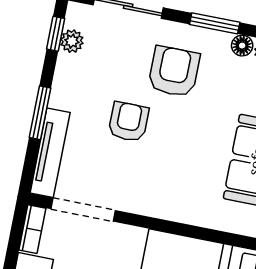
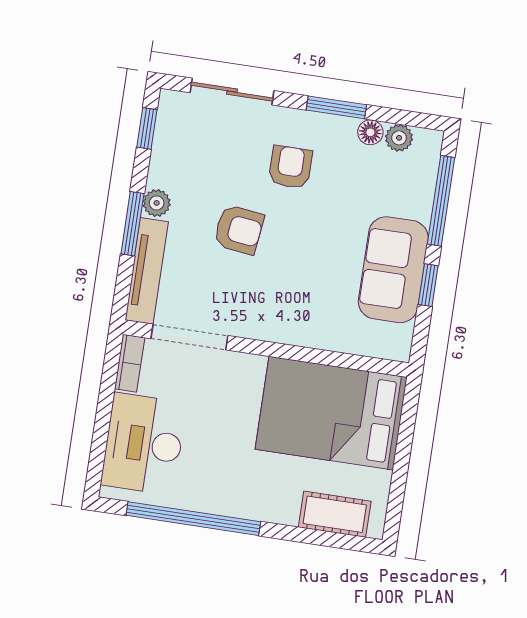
plant: (72, 41) -> (157, 203), moved
armchair: (174, 72) -> (290, 167), width x0.72, depth x0.72
armchair: (129, 122) -> (239, 230), turned 97

